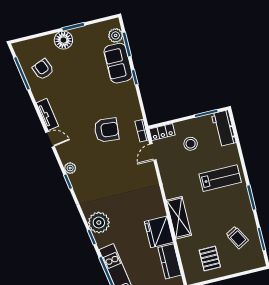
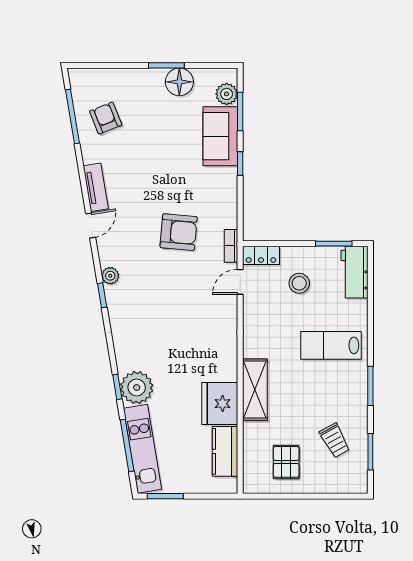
floor lamp: (63, 40) -> (179, 82), moved
door: (50, 139) -> (91, 226), hinge flipped
lab bench: (220, 178) -> (331, 345), turned 180
plant: (99, 223) -> (137, 387), moved

